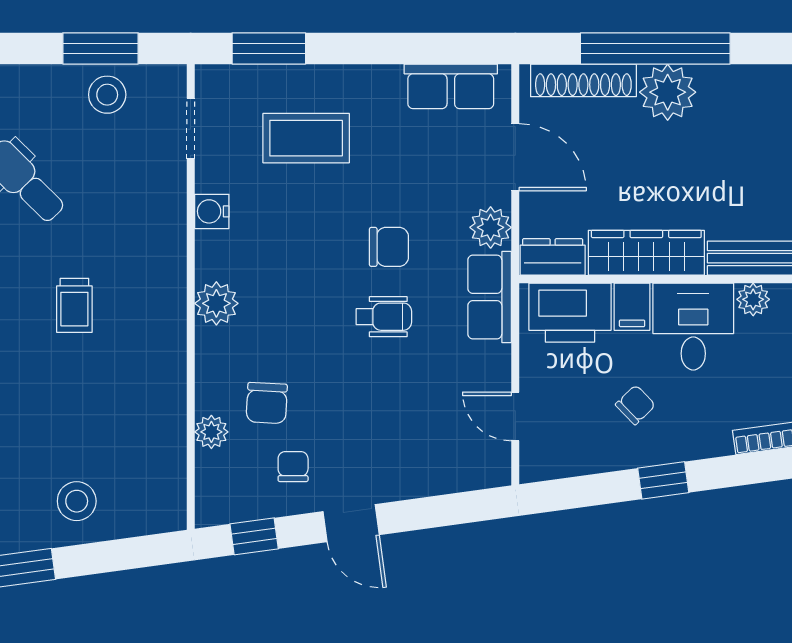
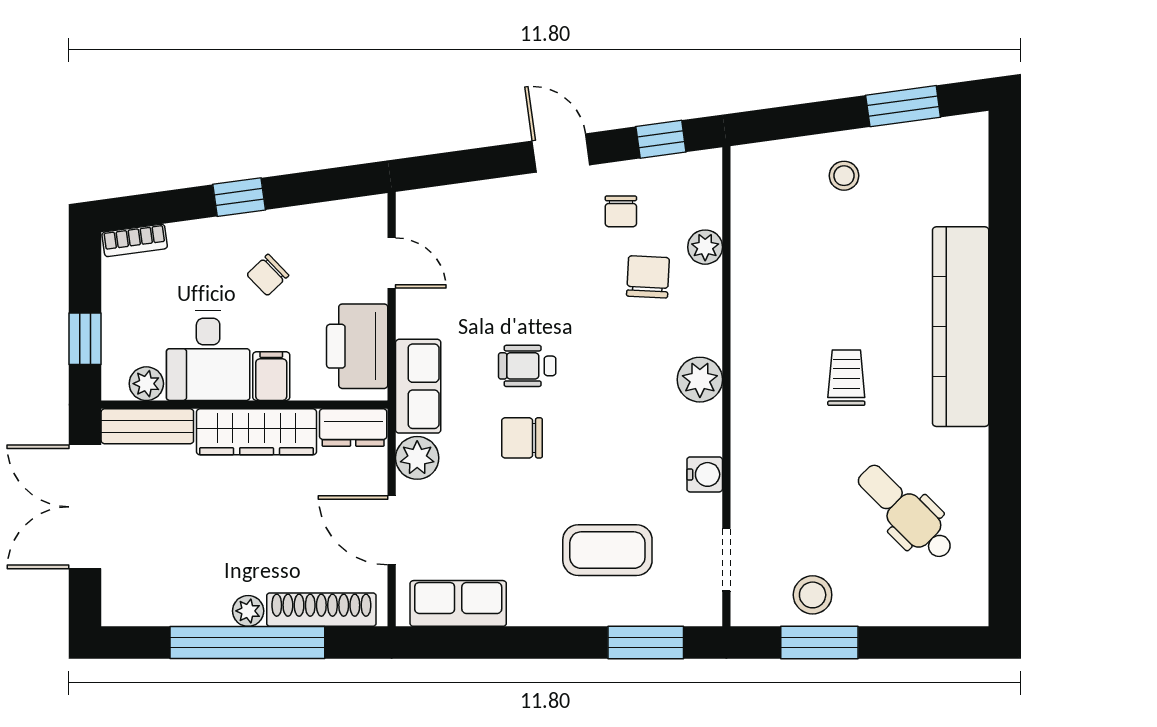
plant: (668, 92) -> (248, 611), width x0.53, depth x0.53
printer: (570, 313) -> (357, 346), moved, turned -90
stool: (77, 501) -> (844, 176), width x0.73, depth x0.73

